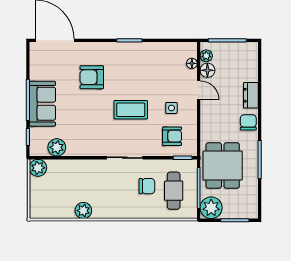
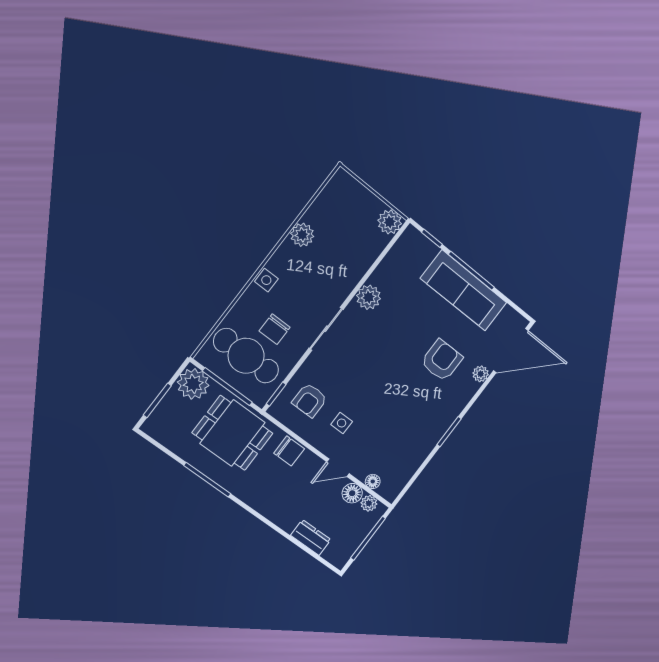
plant: (82, 48) -> (481, 374), added
dresser: (251, 95) -> (311, 537), moved
sofa: (42, 104) -> (464, 291), width x1.36
coffee table: (131, 110) -> (374, 376), removed
chair: (248, 122) -> (289, 451), moved
plant: (57, 147) -> (369, 297), moved
cafe table: (174, 191) -> (246, 356), width x1.37, depth x1.35
side table: (123, 211) -> (266, 280), added

